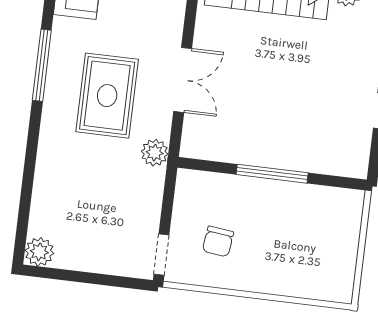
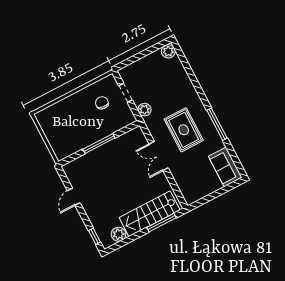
plant: (155, 153) -> (144, 110), moved
doorway: (161, 255) -> (126, 93), moved

